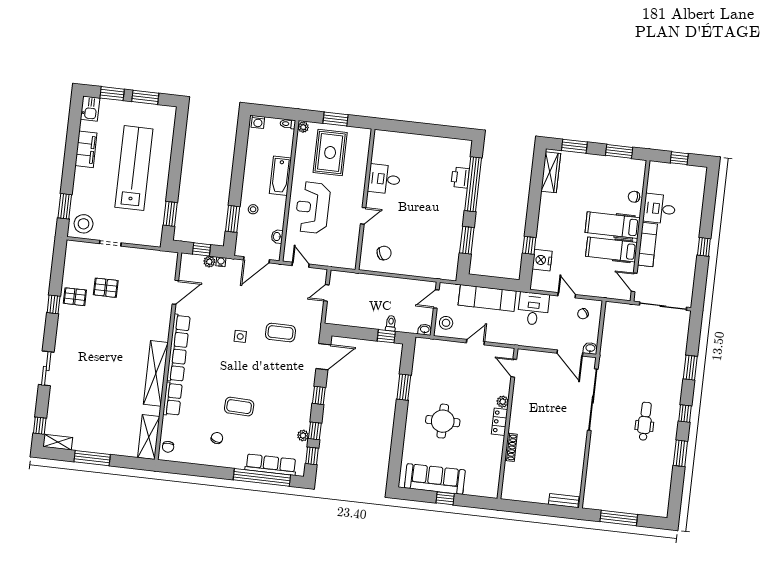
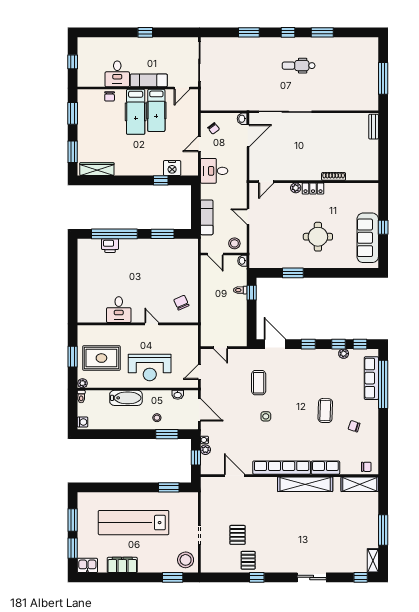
exam couch: (487, 298) -> (207, 217), width x0.73, depth x0.69

